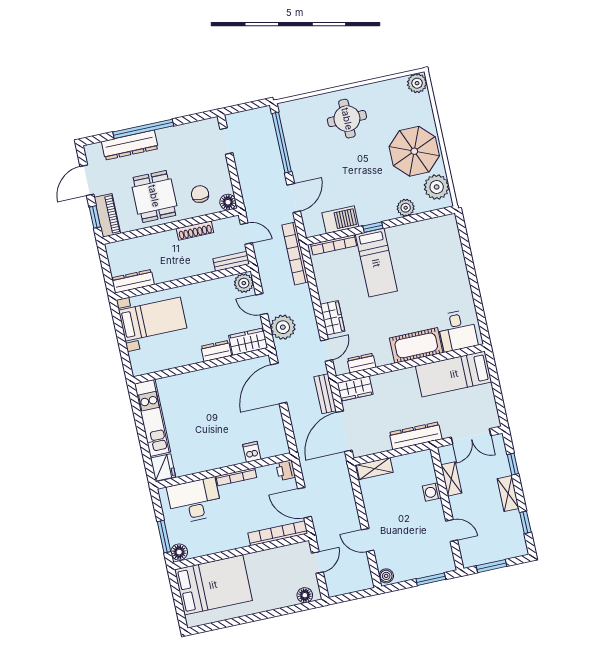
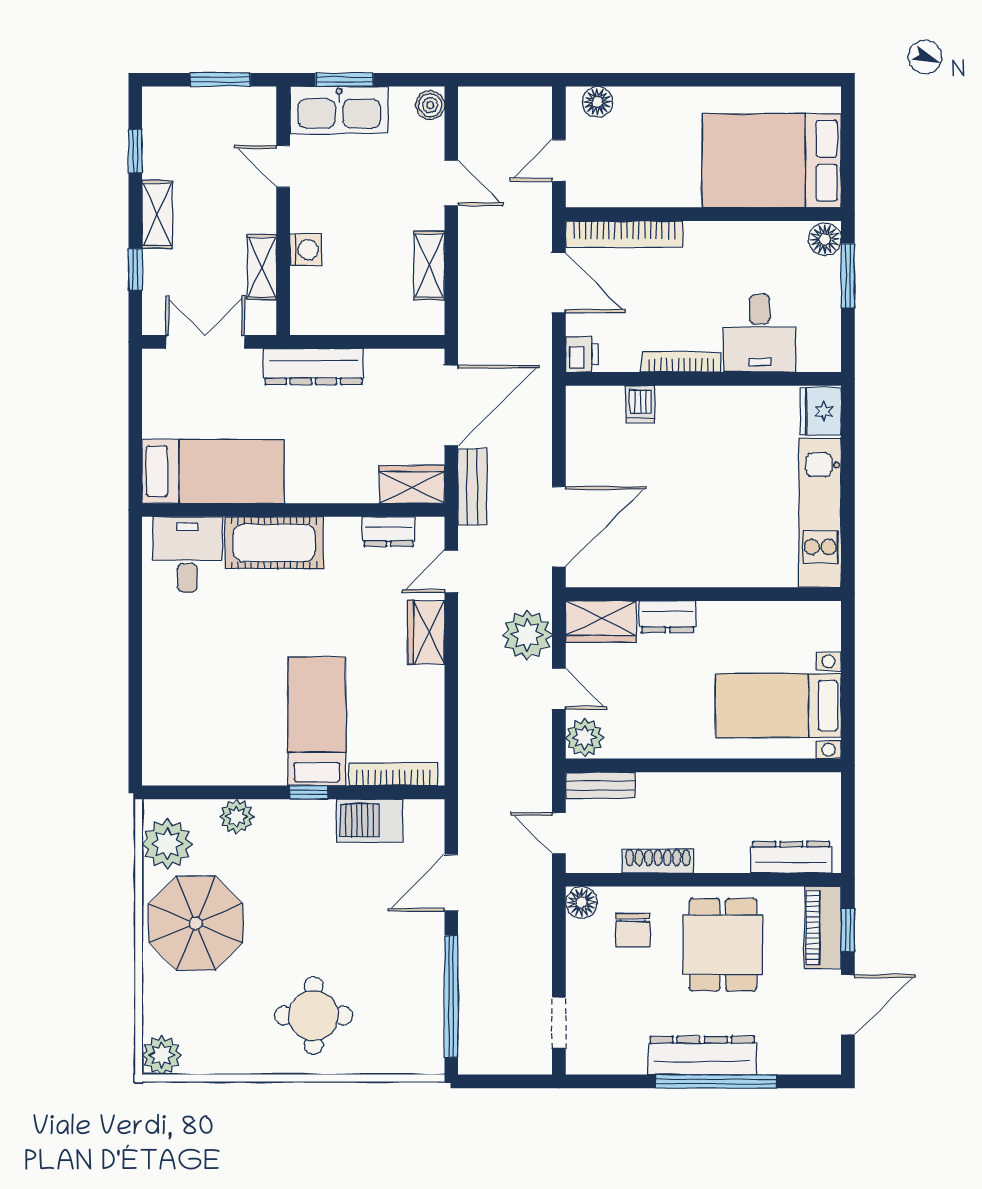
dresser: (130, 145) -> (702, 1055), moved
bookcase: (295, 253) -> (472, 774), removed
dresser: (133, 281) -> (791, 857), moved, turned 180
shelving: (375, 469) -> (429, 265), moved, turned 90
desk: (194, 501) -> (760, 333), width x0.73
kitchen sink: (430, 564) -> (339, 110), added

